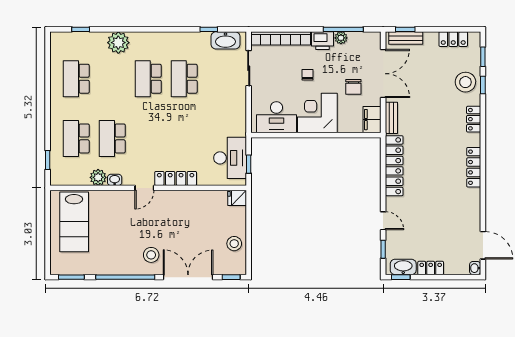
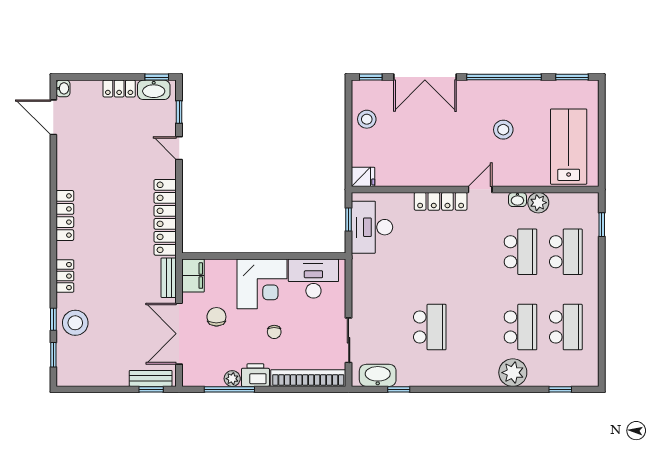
locker: (453, 39) -> (91, 377), removed
school desk: (148, 79) -> (521, 327), moved
stool: (151, 255) -> (503, 130), moved

